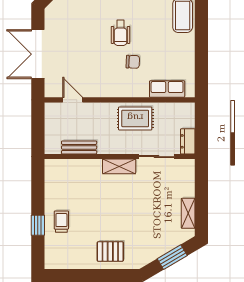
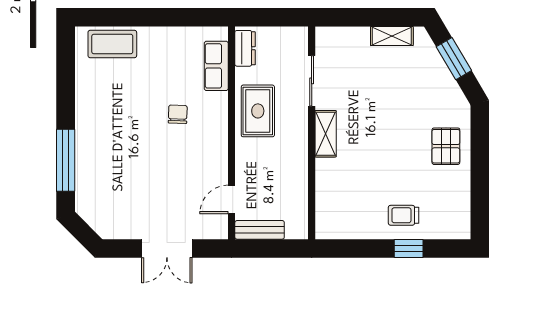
wheelchair: (121, 33) -> (137, 132), removed
double door: (38, 54) -> (167, 248), width x0.73
dresser: (188, 141) -> (245, 48), moved, turned -90
bench: (79, 147) -> (260, 230), moved, turned 90

